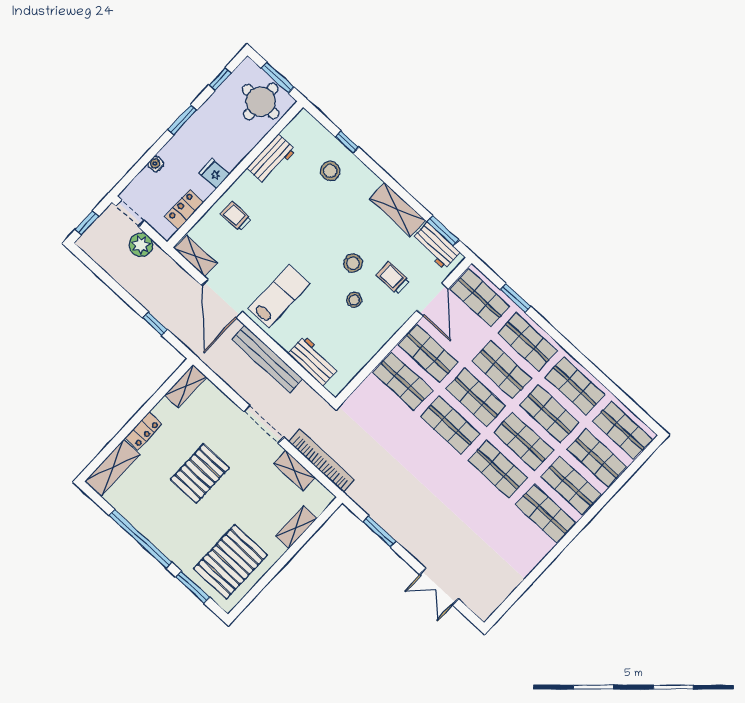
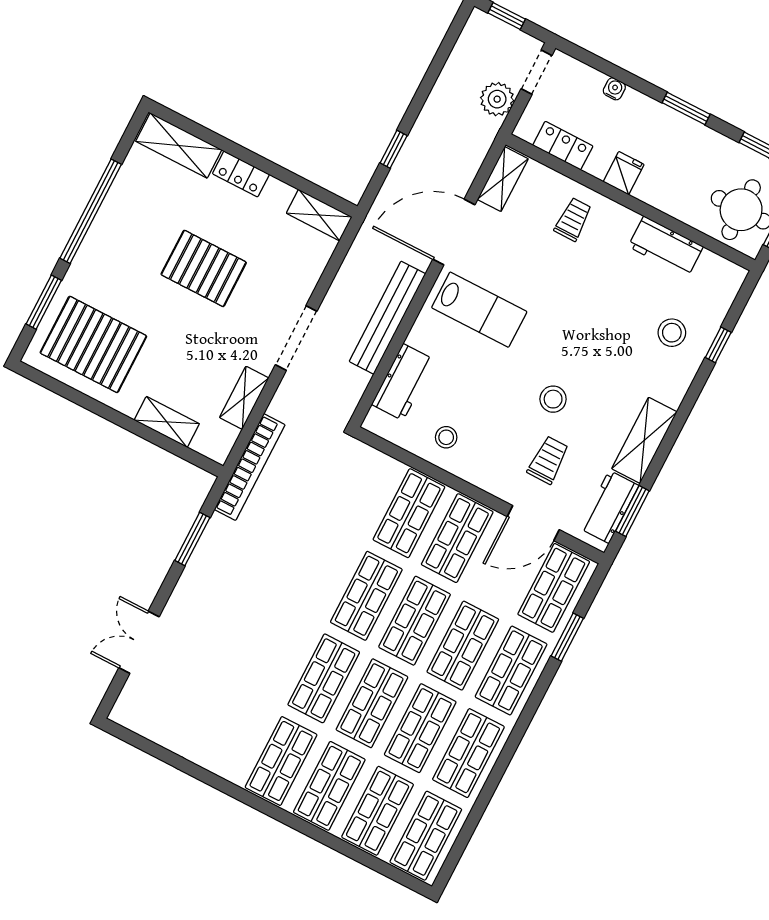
stool: (354, 300) -> (446, 437), moved
bookcase: (322, 461) -> (250, 467), moved

